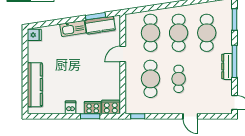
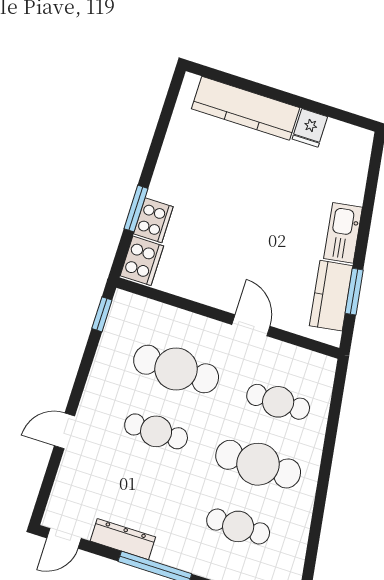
cafe table: (150, 33) -> (278, 402), width x0.73, depth x0.74
cafe table: (207, 33) -> (238, 526), width x0.73, depth x0.74
fridge: (34, 35) -> (310, 128), moved
dresser: (227, 67) -> (123, 539), moved
dishwasher: (71, 107) -> (170, 172), removed

